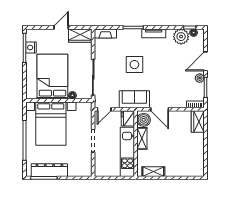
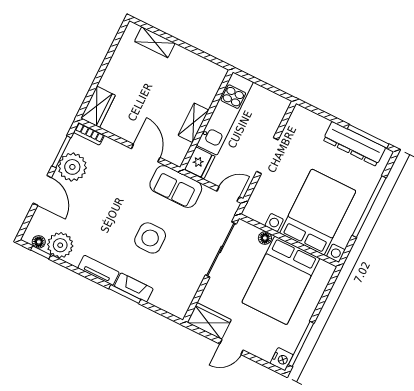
fireplace: (105, 33) -> (134, 287), moved
nightstand: (31, 48) -> (282, 359), moved
door: (205, 61) -> (42, 190), hinge flipped
plant: (200, 78) -> (72, 167), width x1.88, depth x1.88
boiler: (144, 120) -> (177, 149), removed
shelving: (153, 172) -> (155, 42), moved

